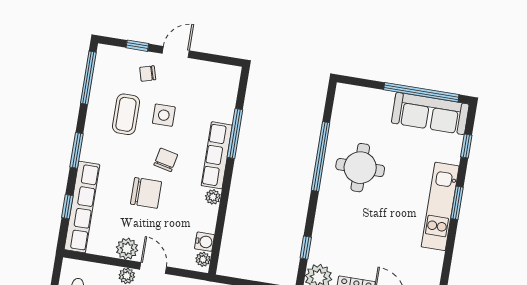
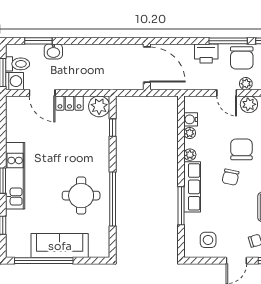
sofa: (430, 113) -> (60, 246), moved
side table: (164, 115) -> (208, 240), moved
chair: (146, 193) -> (241, 149), turned 90
plant: (203, 259) -> (190, 133), moved

